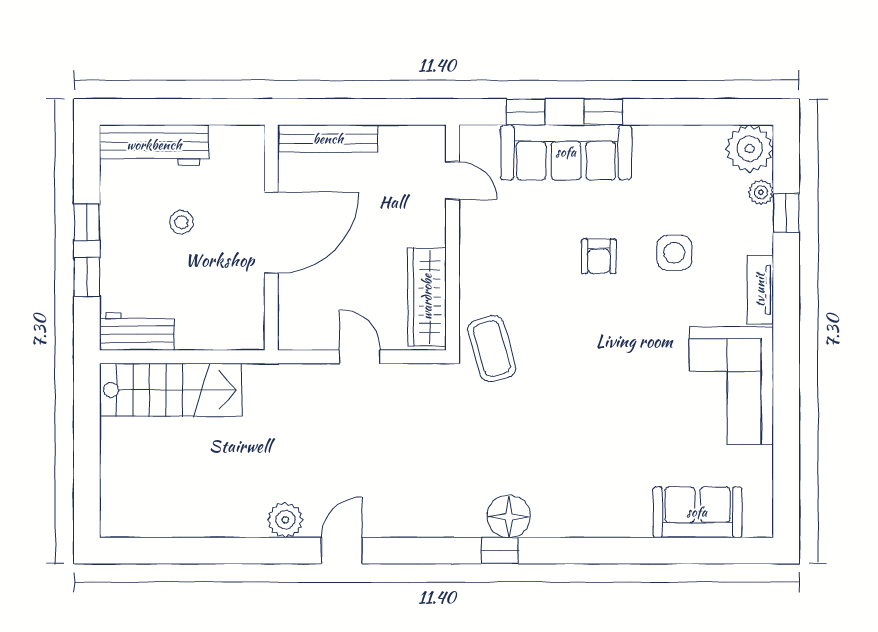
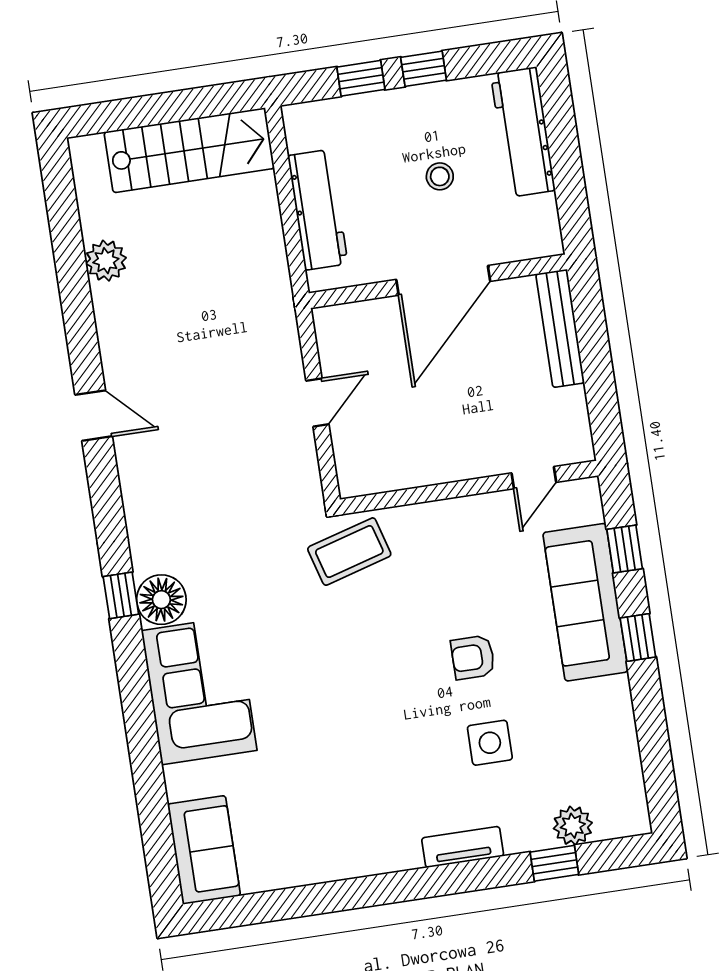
plant: (749, 149) -> (621, 810), removed
plant: (761, 192) -> (573, 826), width x1.38, depth x1.38
door: (271, 233) -> (443, 280), hinge flipped
wardrobe: (427, 297) -> (397, 469), removed
workbench: (137, 331) -> (318, 210), moved, width x1.37
corner sofa: (731, 386) -> (199, 691), moved, turned 90
stairs: (171, 390) -> (189, 150), moved, turned -90
sofa: (697, 512) -> (204, 850), moved
plant: (285, 520) -> (106, 261), moved

